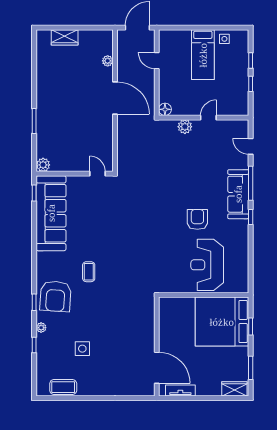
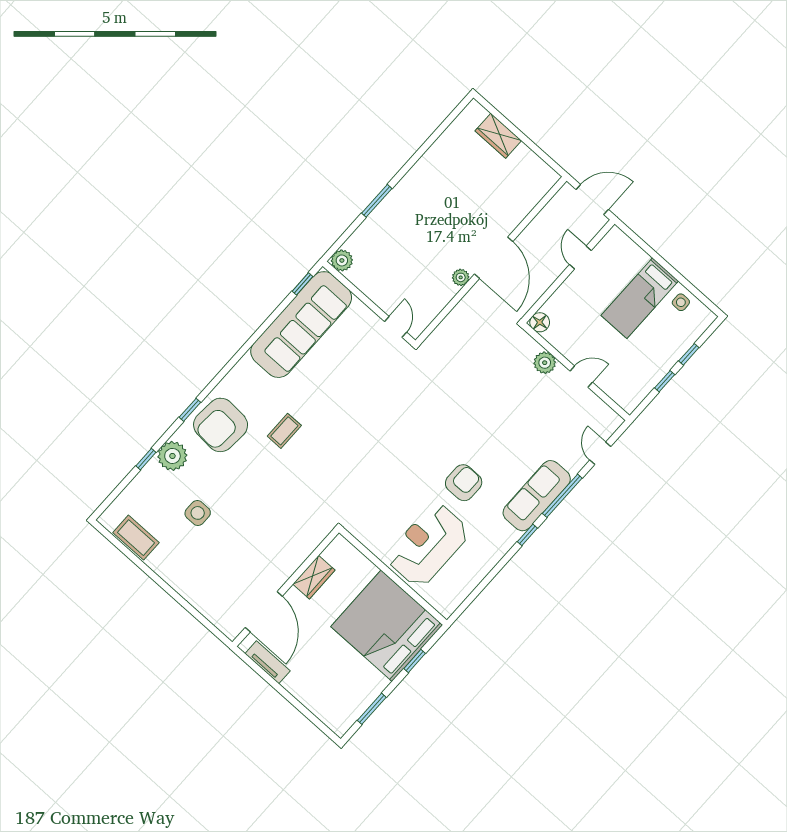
plant: (108, 61) -> (461, 277), moved
plant: (41, 328) -> (172, 456), width x1.88, depth x1.88
wardrobe: (234, 389) -> (314, 577), moved, turned 90

